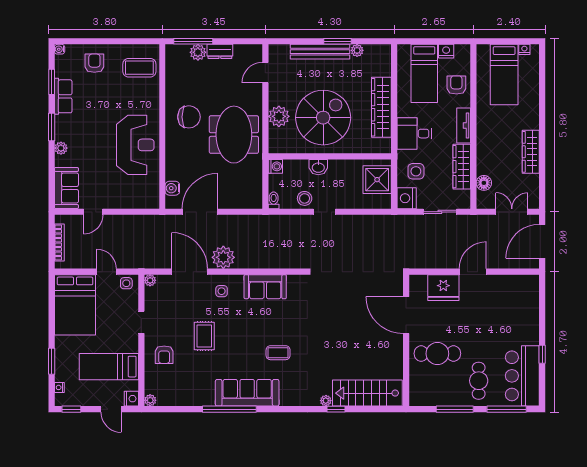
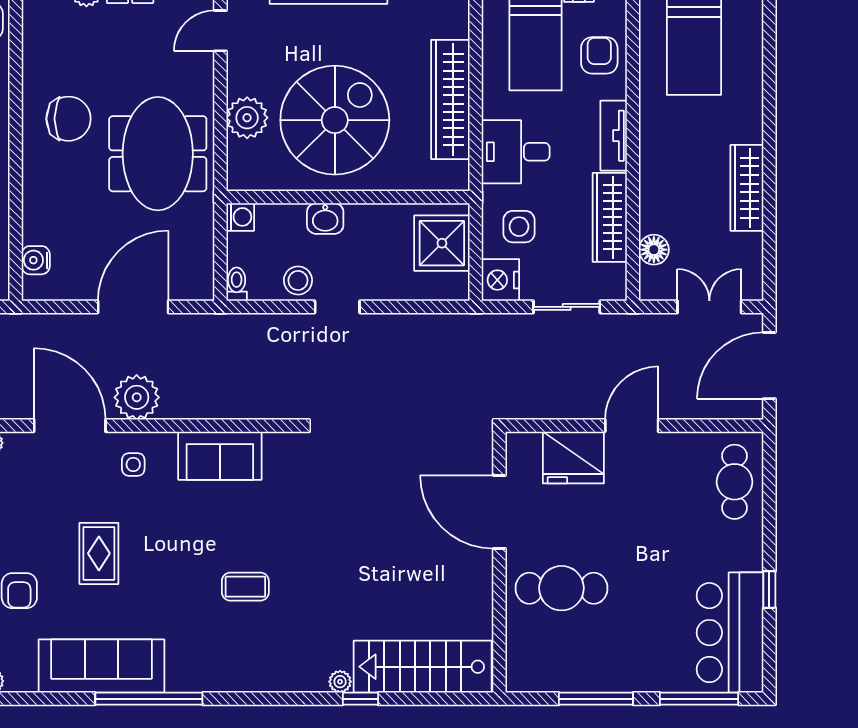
door: (200, 212) -> (133, 307), moved
cafe table: (479, 381) -> (735, 482), moved
sofa: (247, 393) -> (101, 666), moved

